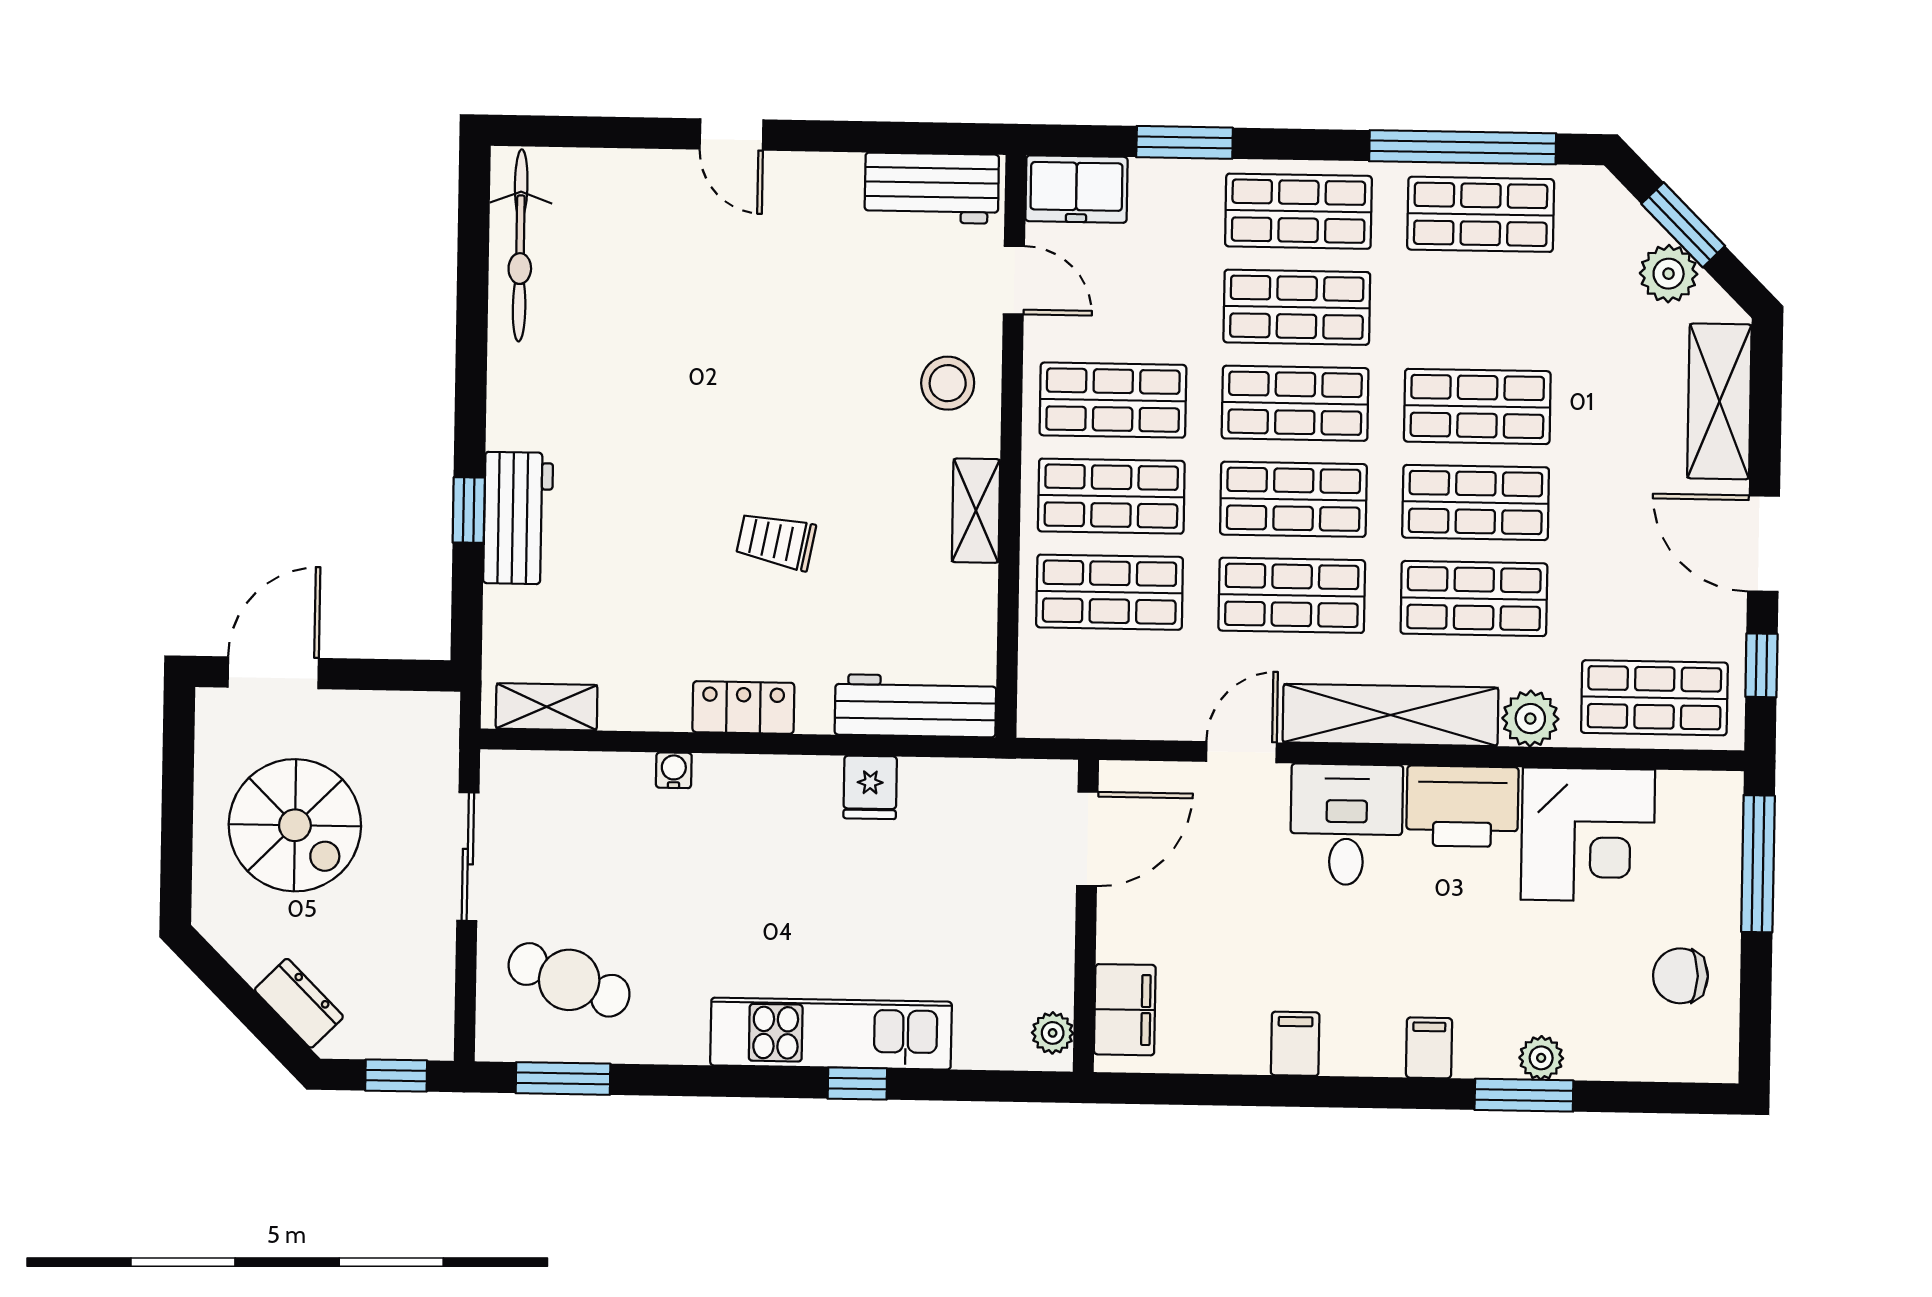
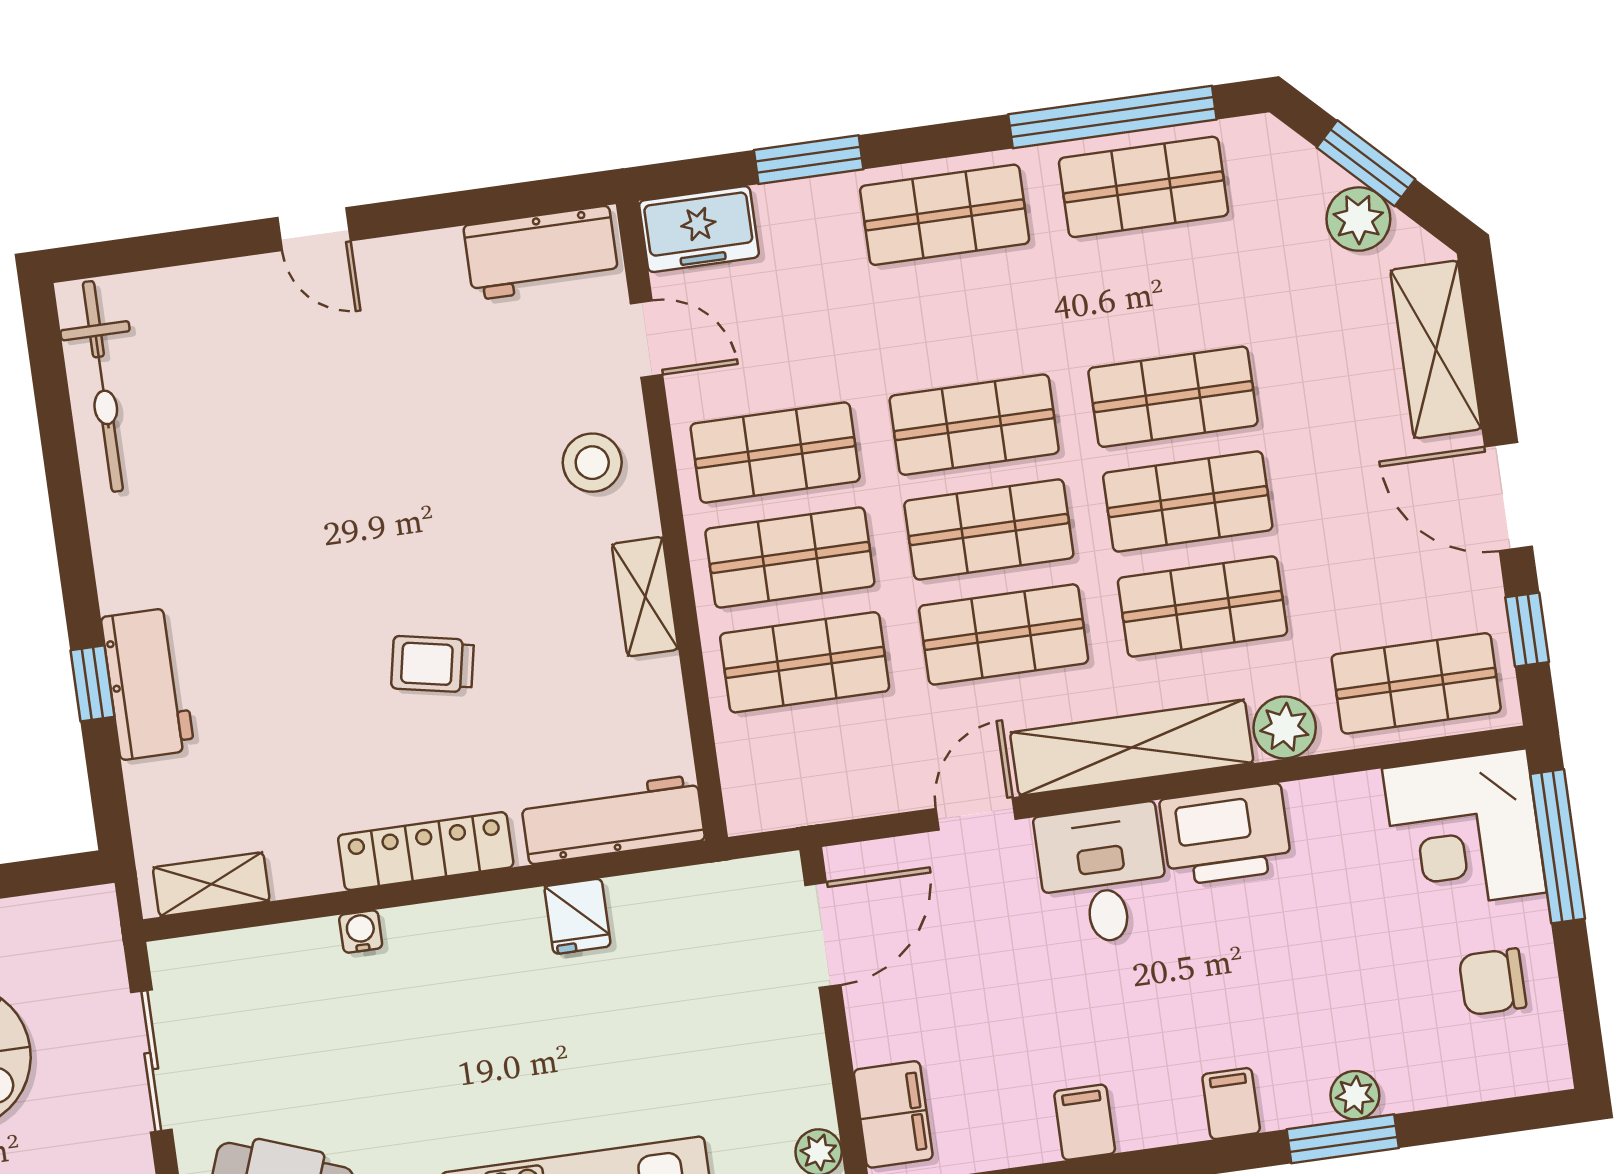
shop shelf: (1297, 307) -> (959, 320), removed
locker: (743, 707) -> (426, 851), width x1.53
corner desk: (1588, 835) -> (1464, 830), moved, turned 90

